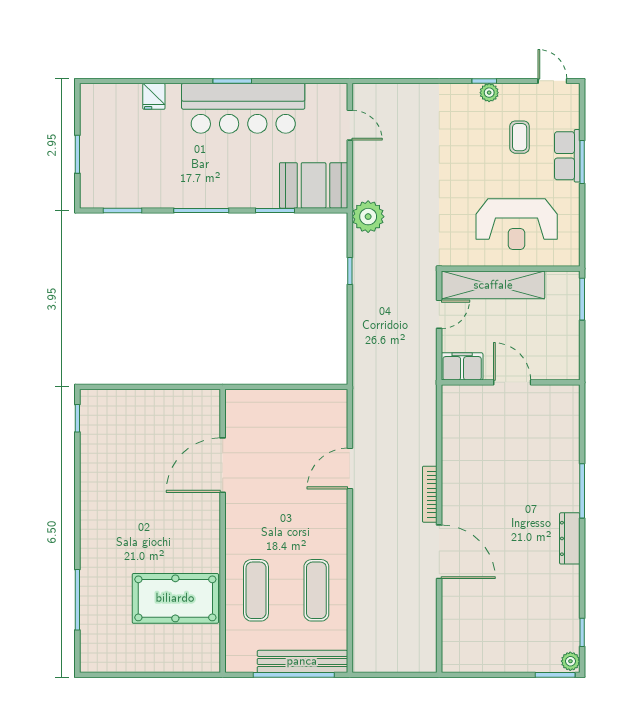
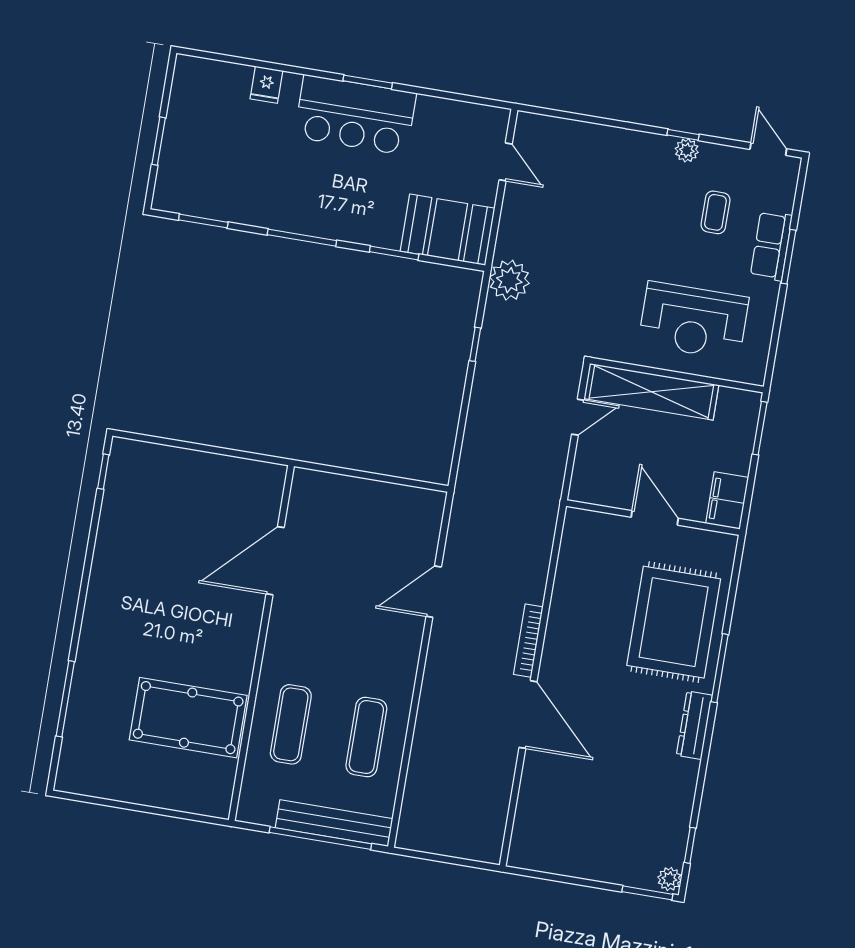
bar counter: (243, 108) -> (355, 115), width x0.73
filing cabinet: (462, 366) -> (727, 500), moved, turned -90
rug: (540, 461) -> (674, 622), added

